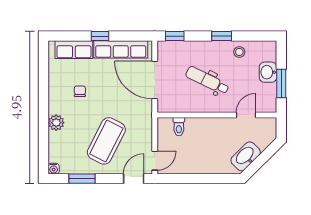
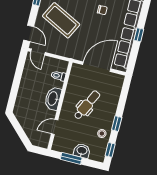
window: (175, 36) -> (110, 150), moved
door: (246, 115) -> (55, 127), swing flipped
washbasin: (246, 156) -> (53, 99), moved, turned -135

